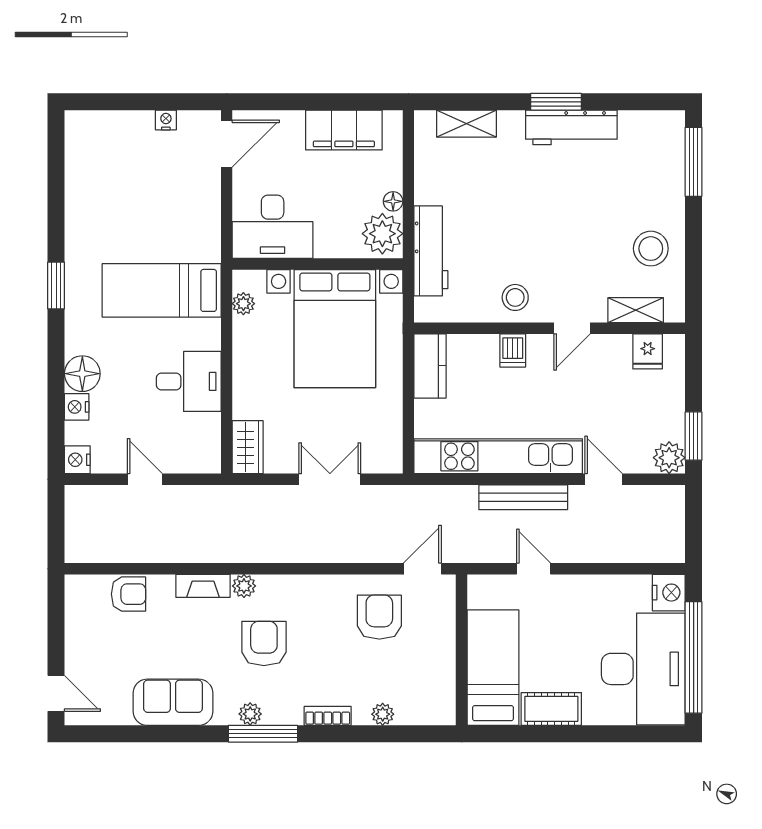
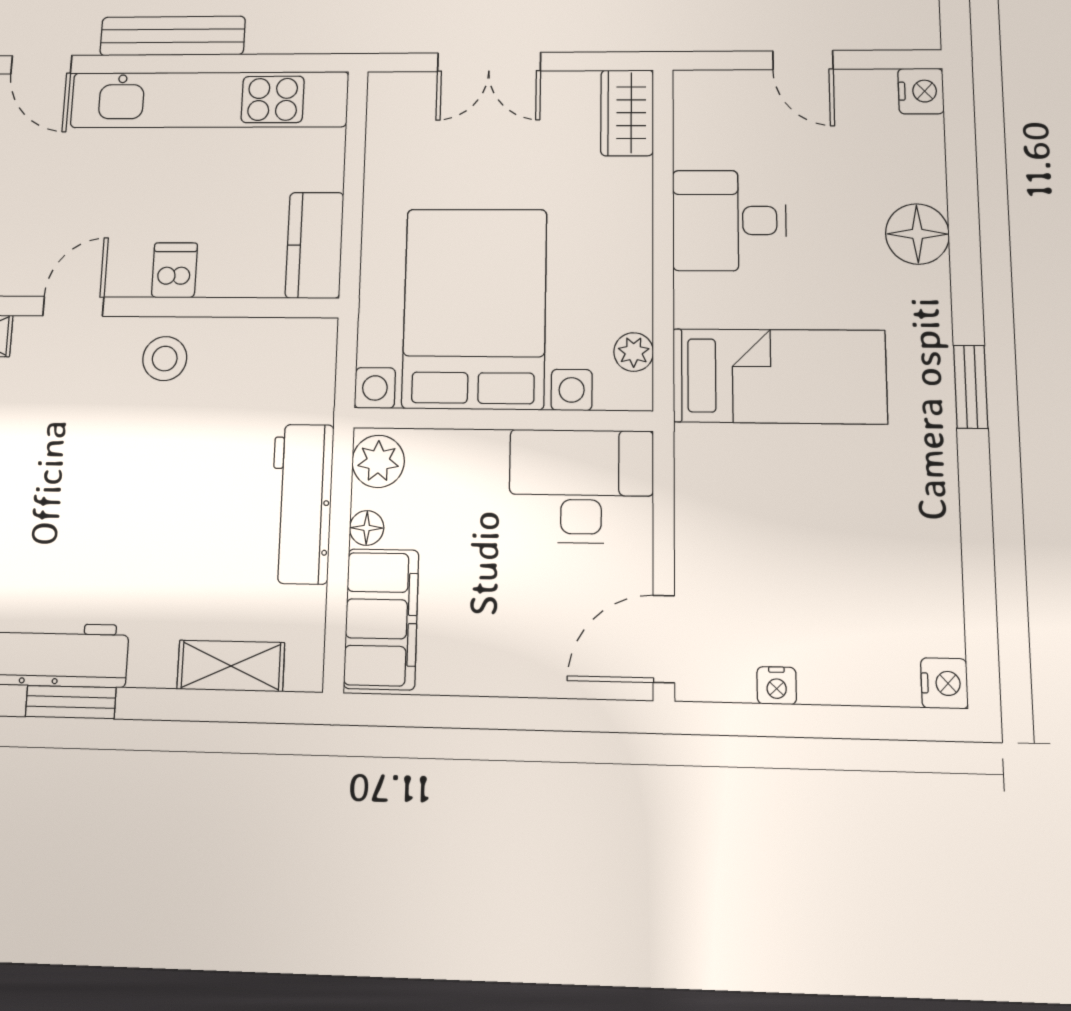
filing cabinet: (344, 130) -> (381, 619), moved, turned 90
plant: (382, 234) -> (378, 461), width x0.73, depth x0.73
workbench: (431, 251) -> (301, 504), moved
nightstand: (77, 407) -> (944, 683), moved

